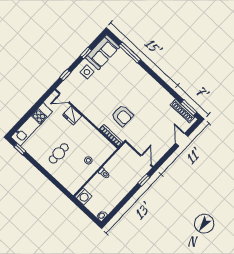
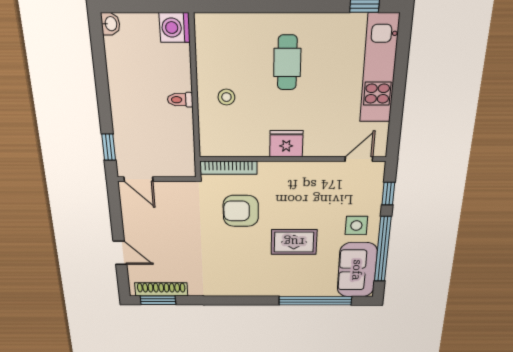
window: (86, 53) -> (383, 249), width x3.17
window: (130, 53) -> (315, 301), width x1.46
rug: (115, 86) -> (294, 242), added
fridge: (72, 115) -> (286, 144), moved

